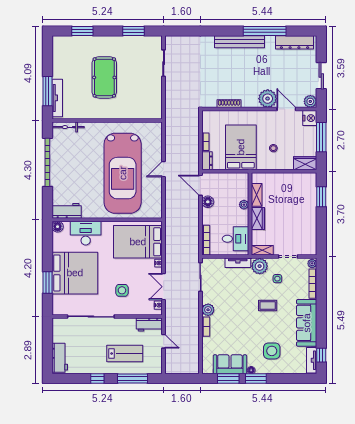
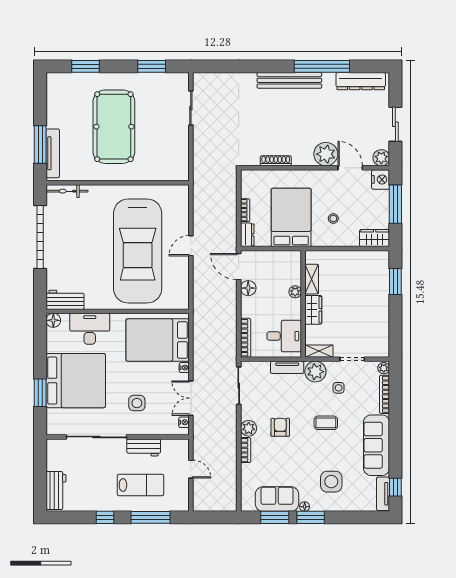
pool table: (104, 77) -> (114, 127), width x1.36, depth x1.32
armchair: (232, 309) -> (280, 427), added
workbench: (149, 325) -> (144, 447), moved

